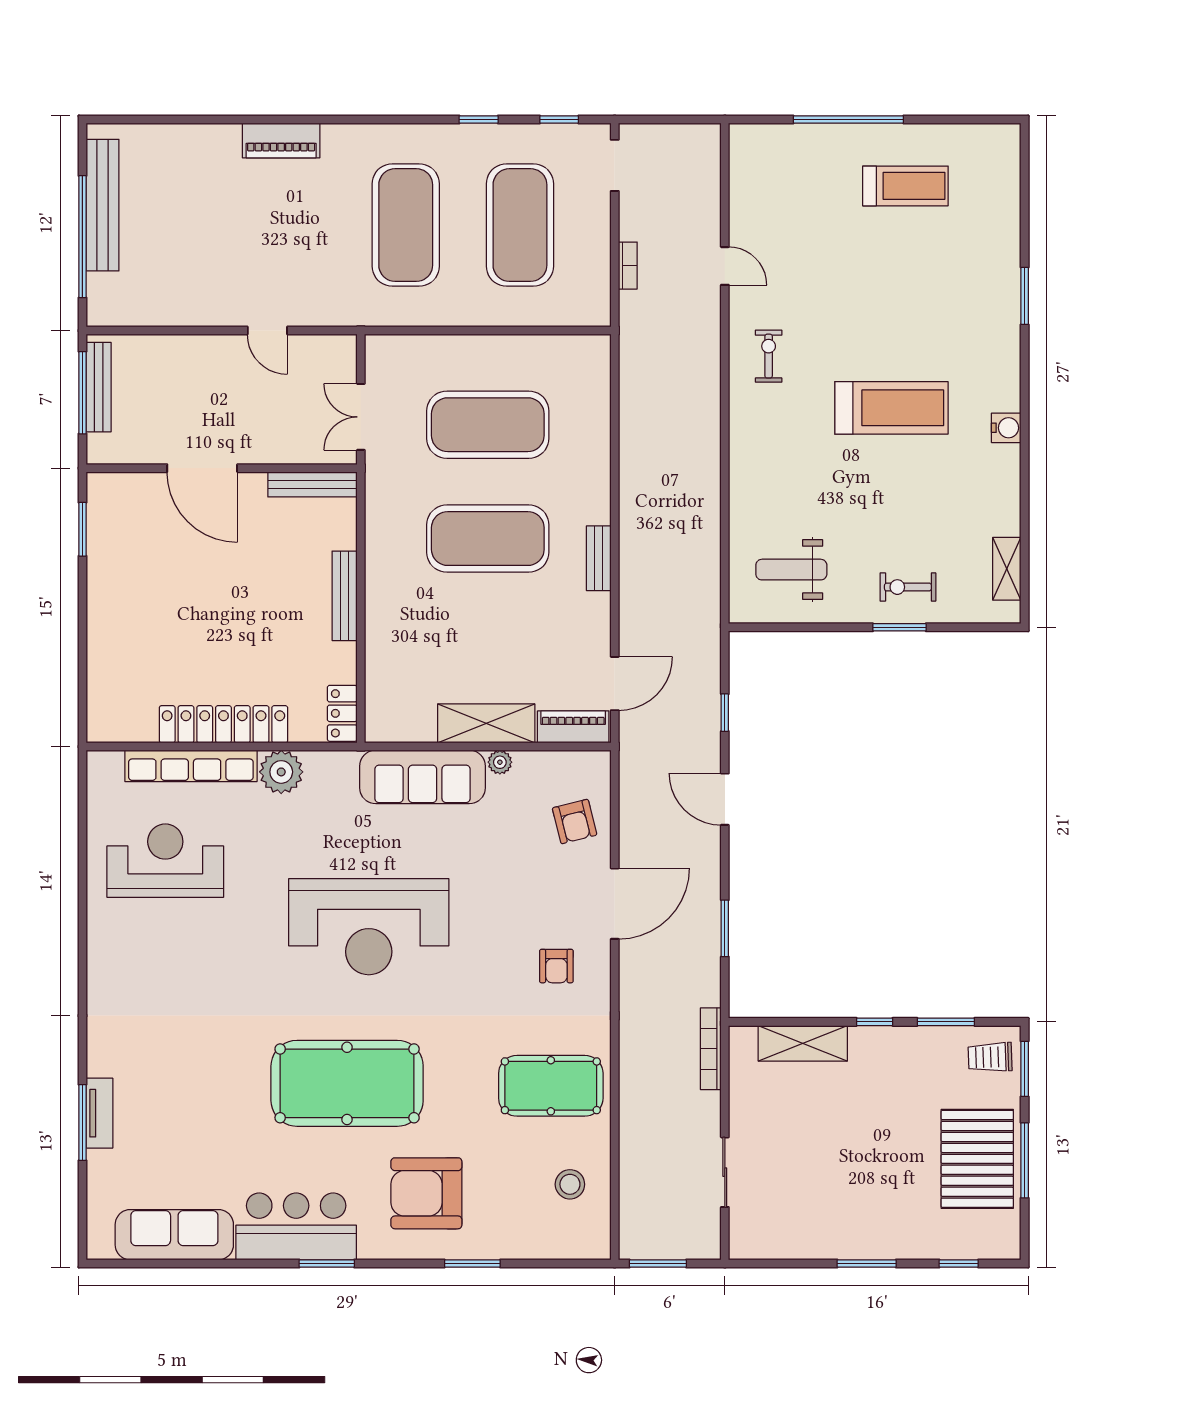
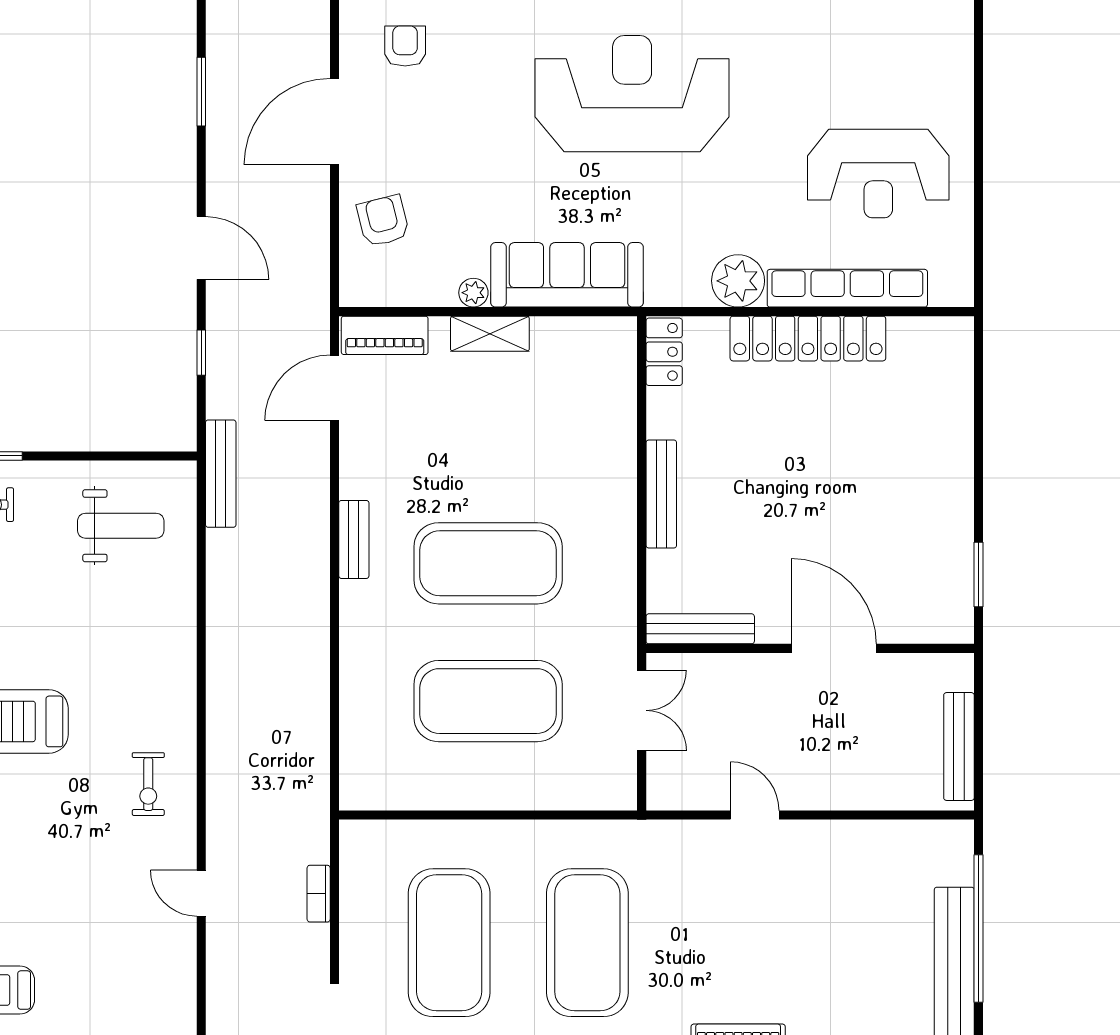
window: (82, 393) -> (979, 740), removed
bench: (709, 613) -> (221, 474), added
shelving: (486, 723) -> (490, 334), width x0.67, depth x0.75

